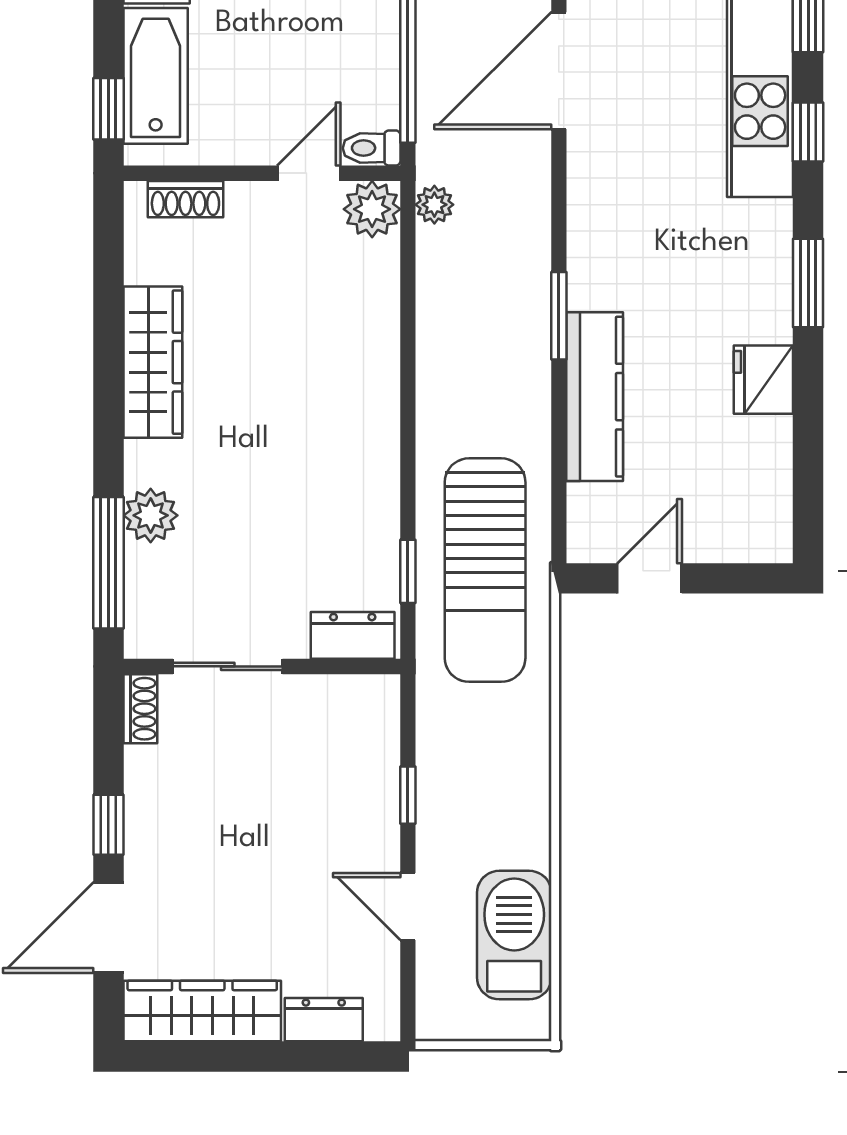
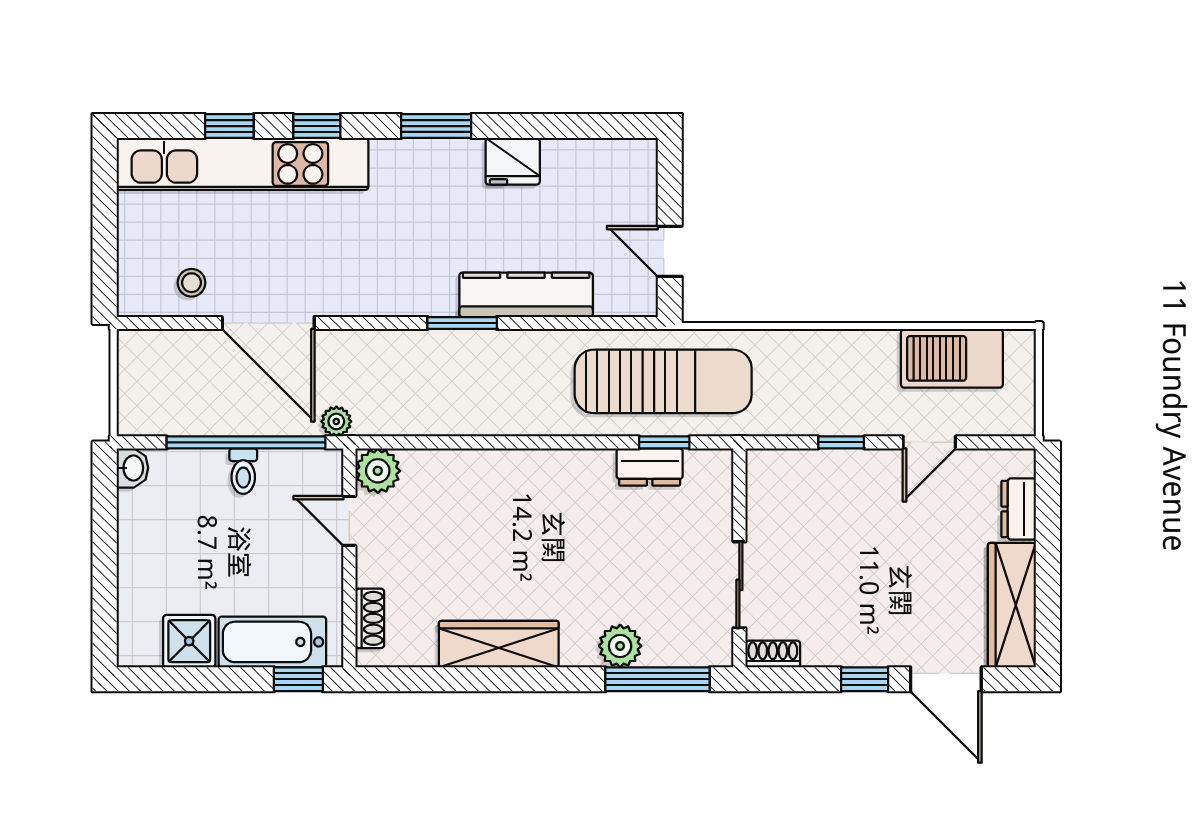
toilet: (372, 148) -> (243, 471), moved
plant: (434, 205) -> (336, 421), moved
dresser: (353, 635) -> (650, 467), moved, turned -90

